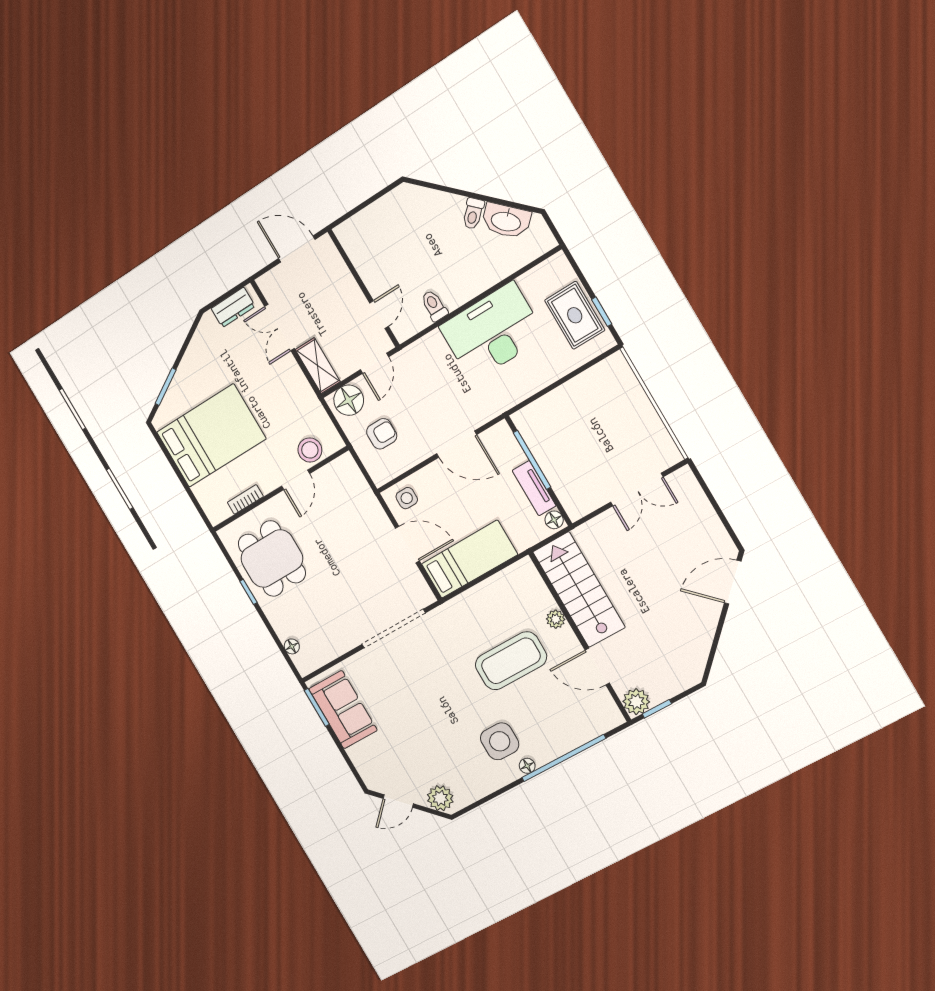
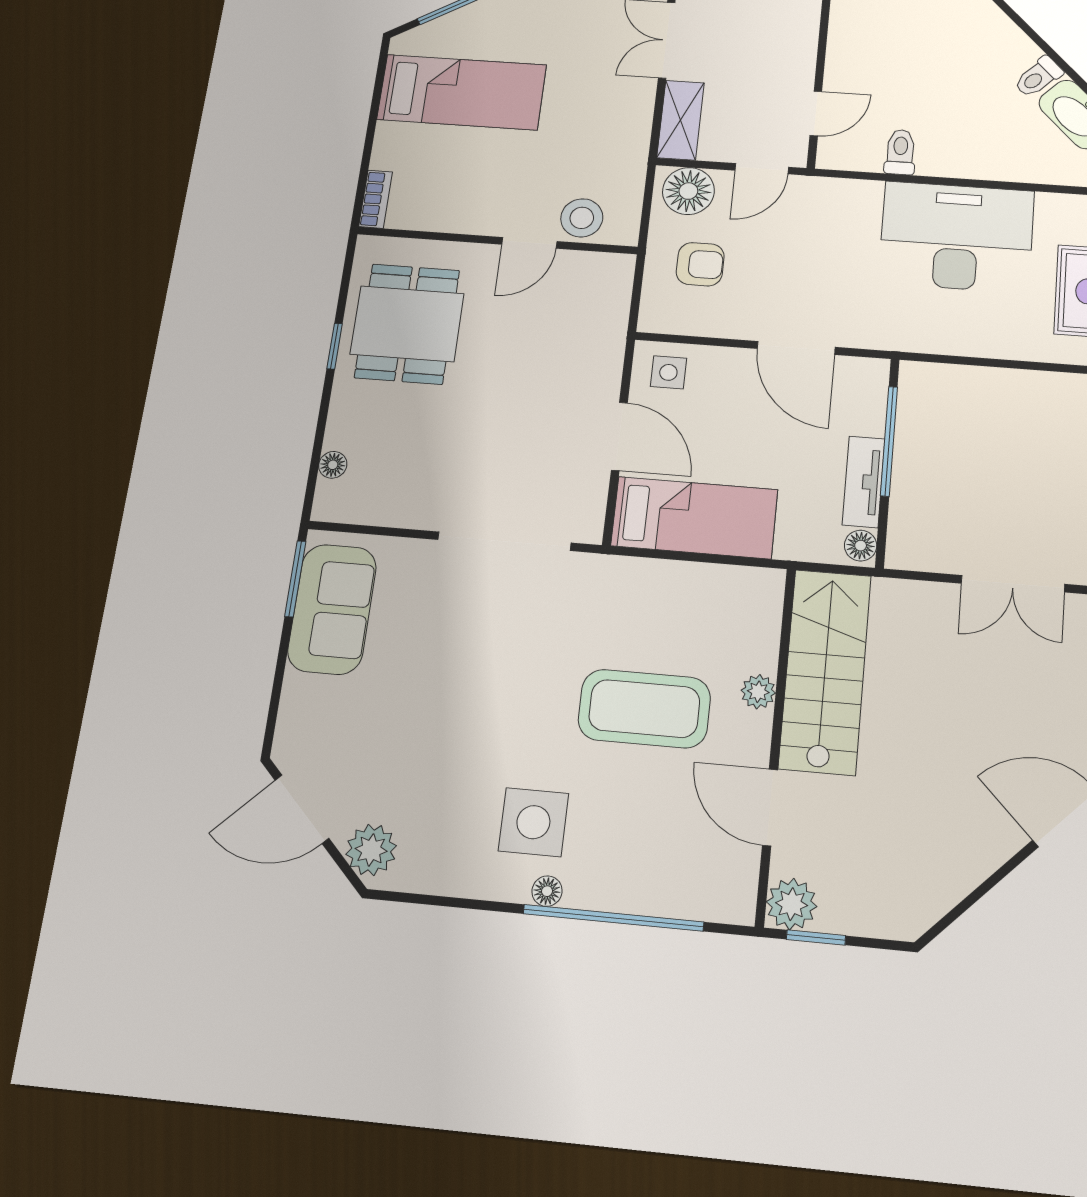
bed: (211, 436) -> (462, 92), width x0.67
bookcase: (245, 499) -> (376, 199), moved, turned 90
door: (398, 801) -> (302, 809), width x1.38

